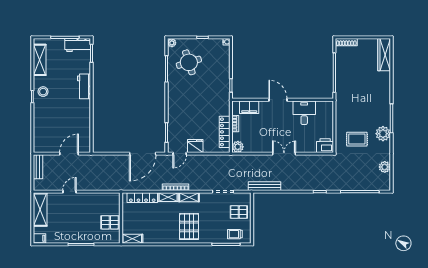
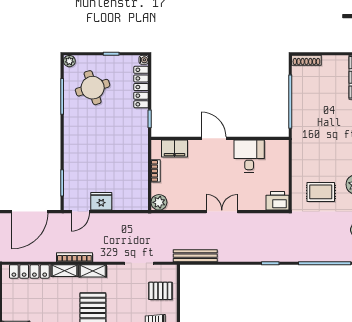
locker: (225, 132) -> (141, 87), moved

